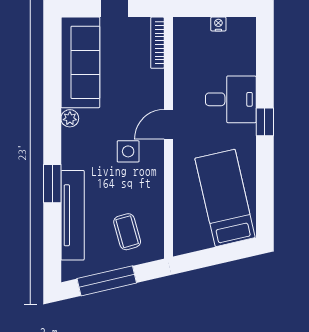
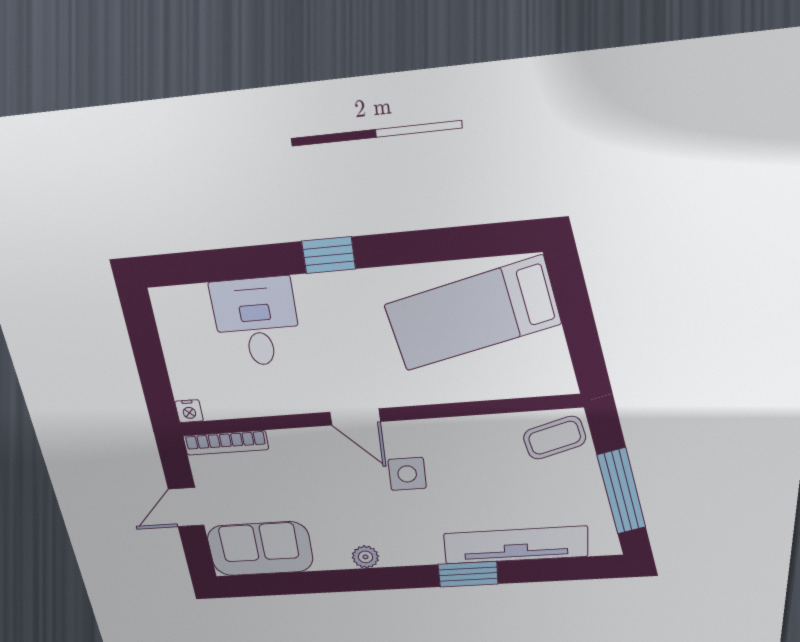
nightstand: (218, 24) -> (189, 411), moved, turned -90
sofa: (80, 62) -> (260, 549), width x0.73
desk: (231, 99) -> (257, 322), moved
coffee table: (127, 232) -> (555, 438), moved

